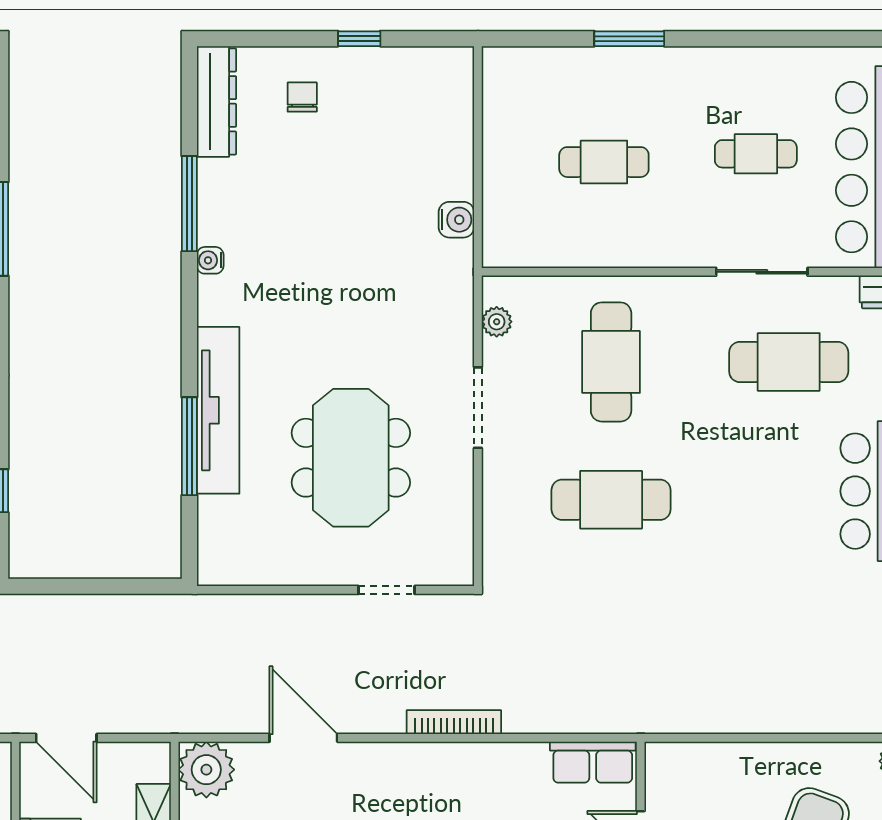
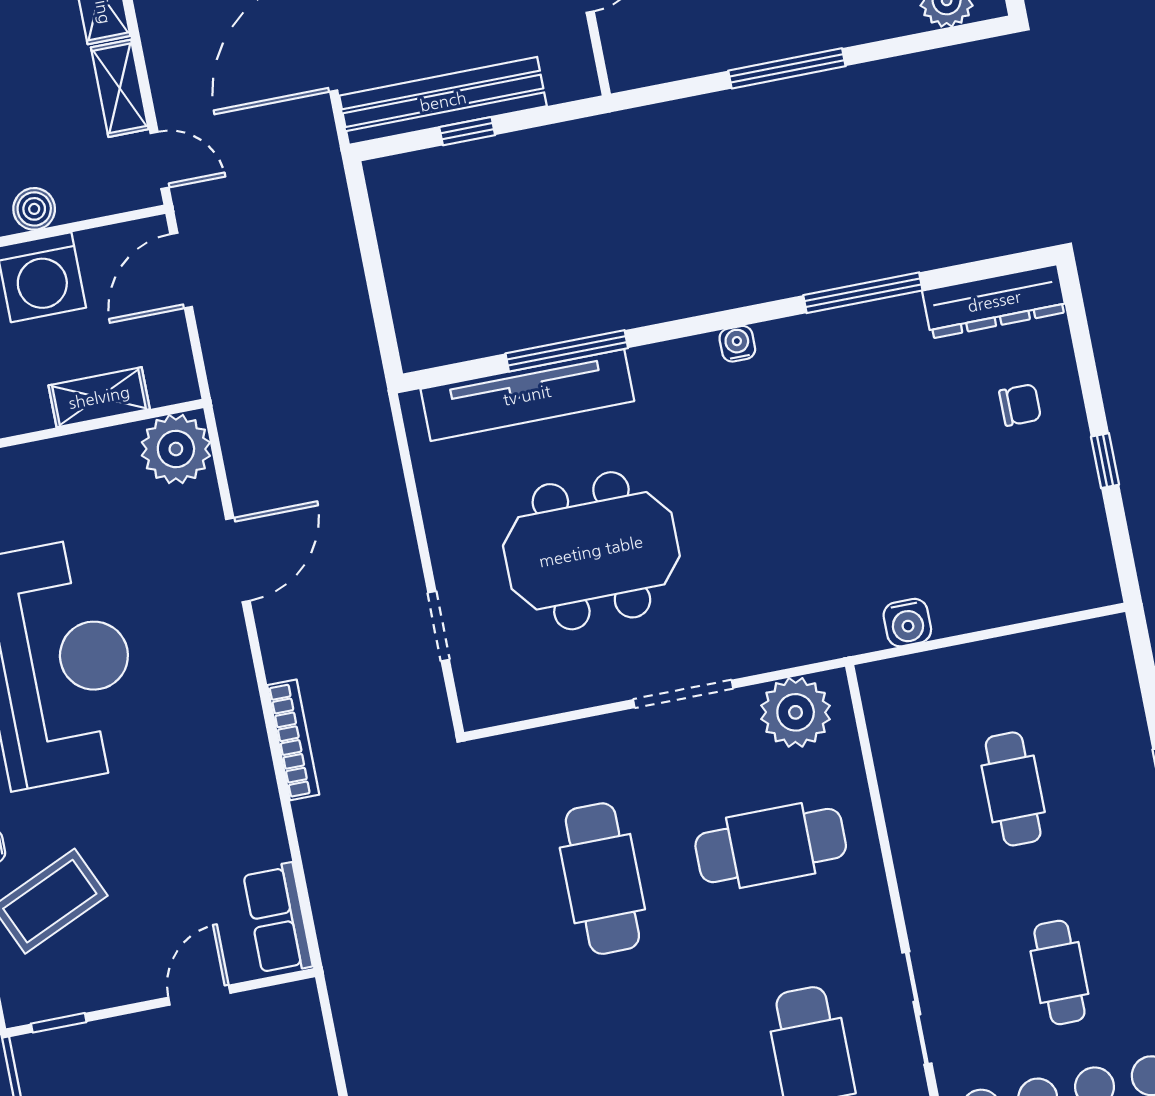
water cooler: (210, 260) -> (737, 344), moved
plant: (497, 322) -> (796, 712), width x1.87, depth x1.87
tv unit: (218, 410) -> (527, 395), moved

